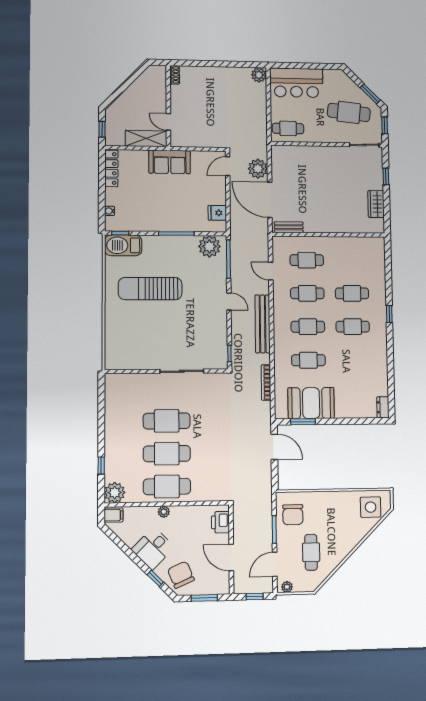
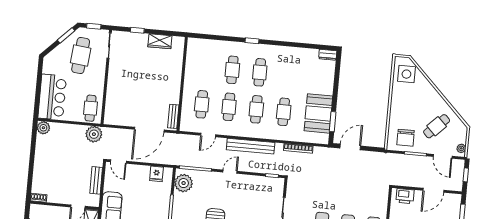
bench: (202, 141) -> (96, 180), added
plant: (258, 169) -> (94, 134), moved
chair: (293, 515) -> (406, 138), turned 90
cafe table: (311, 552) -> (437, 126), turned -45

